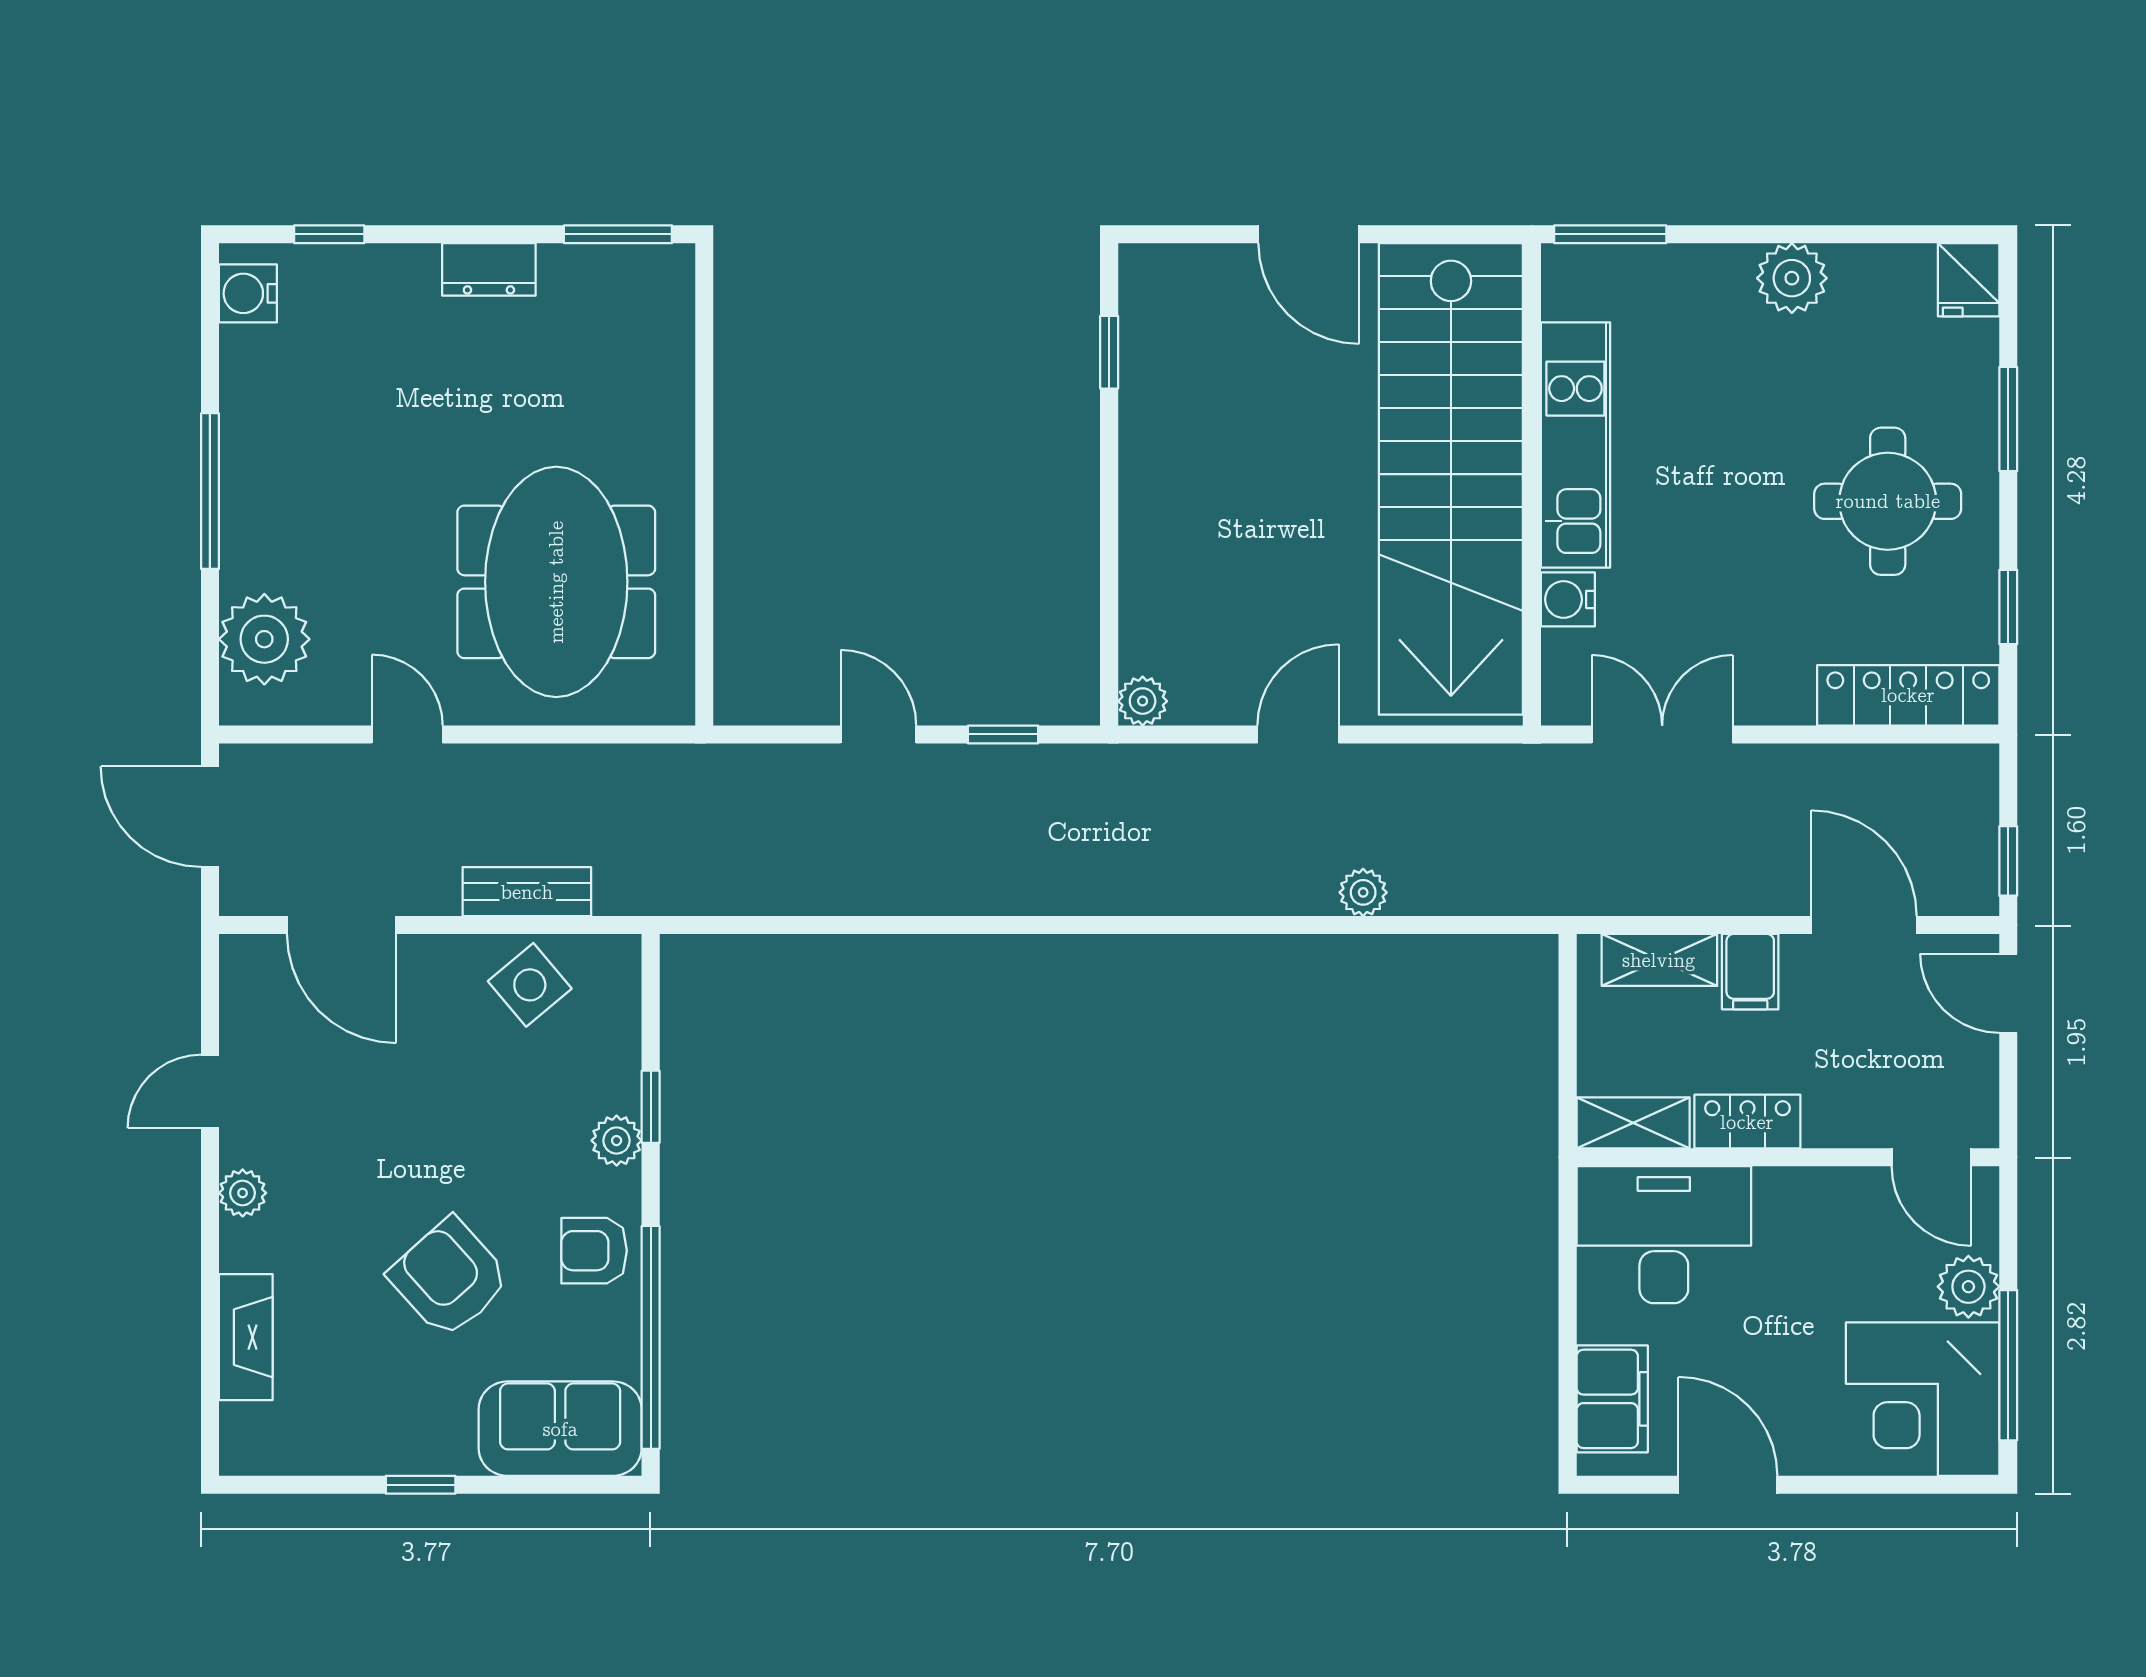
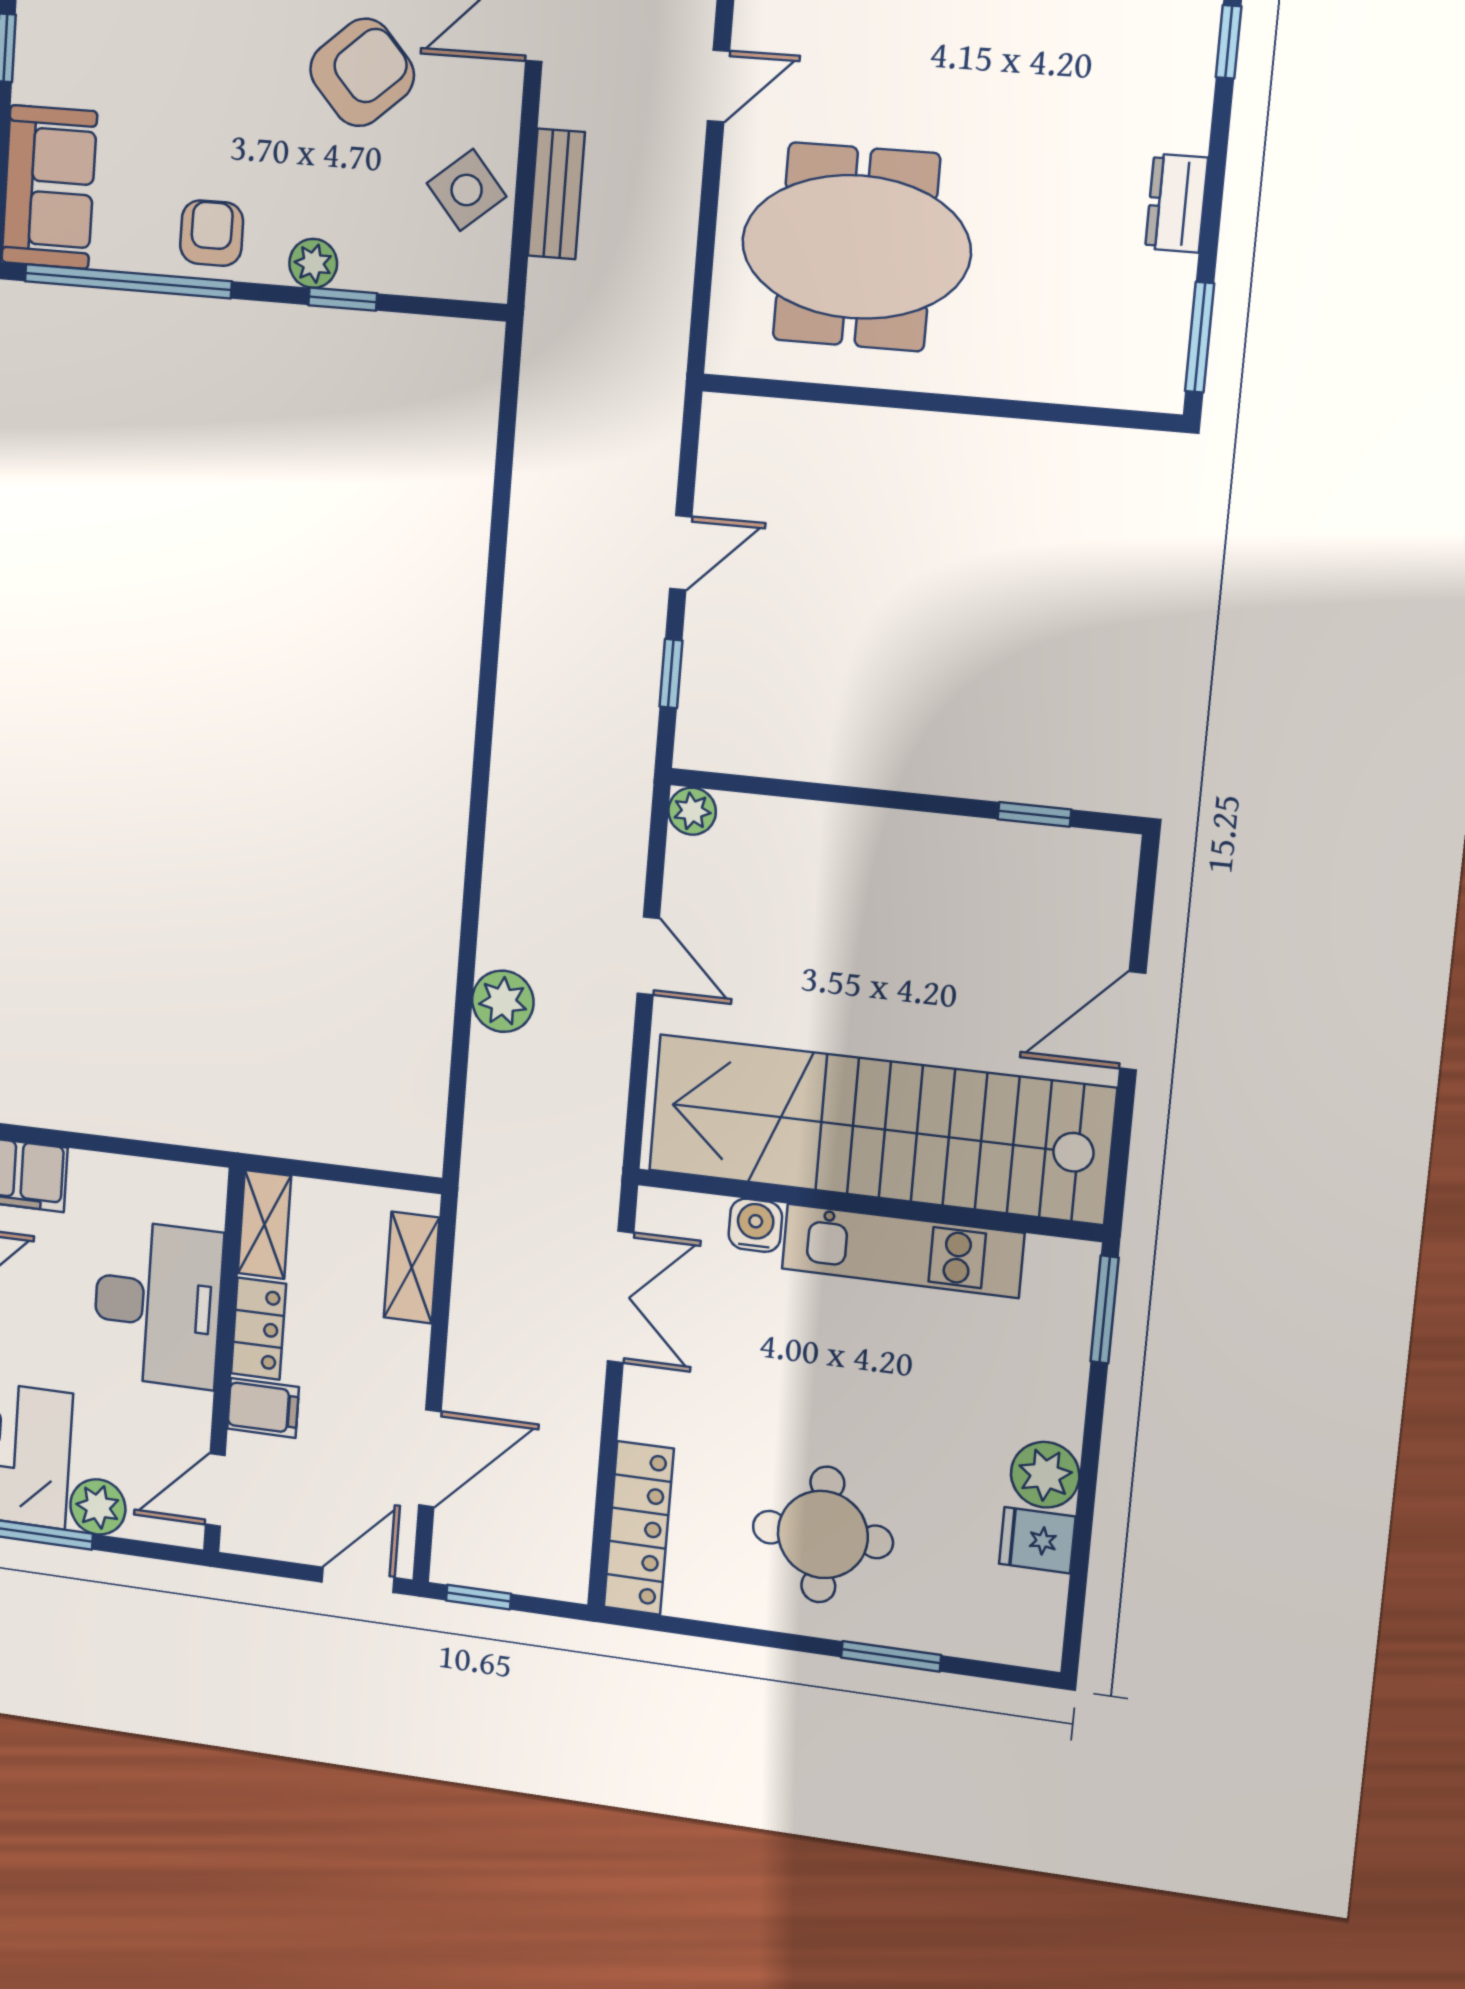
fridge: (1969, 280) -> (1037, 1540), moved
window: (2008, 607) -> (714, 1631), removed
plant: (1363, 892) -> (503, 1001), width x1.38, depth x1.38
filing cabinet: (1750, 972) -> (263, 1408), moved, turned 180
desk: (1664, 1235) -> (158, 1304), moved
armchair: (449, 1278) -> (362, 72), moved

